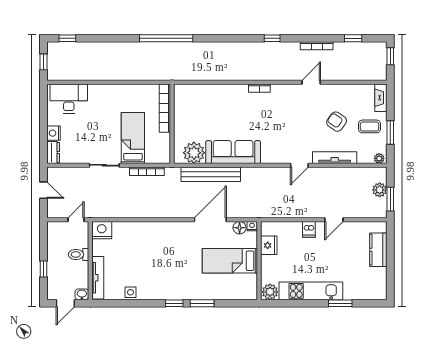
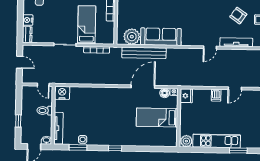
door: (76, 220) -> (43, 85), swing flipped
fridge: (269, 245) -> (186, 96), moved
window: (202, 303) -> (78, 147), moved

